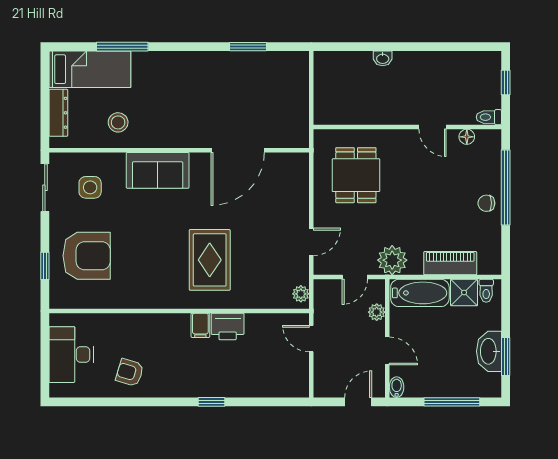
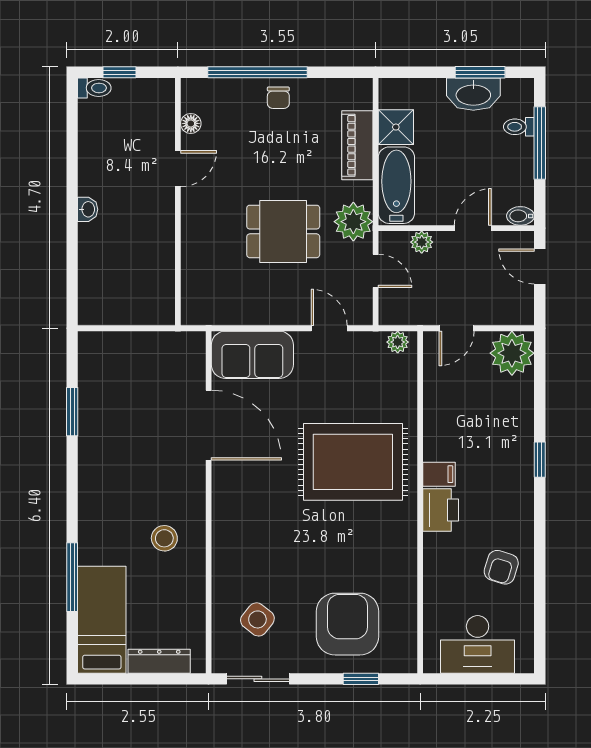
washbasin: (383, 58) -> (88, 209), moved
toilet: (489, 117) -> (94, 88), moved, turned -90
stool: (118, 122) -> (164, 538), moved
sofa: (158, 170) -> (252, 355), moved, turned 90
dining table: (356, 175) -> (283, 231), moved
side table: (90, 187) -> (257, 619), turned 38
rug: (210, 260) -> (353, 462), width x1.37, depth x1.44
toilet: (486, 291) -> (519, 127), moved, turned 180
printer: (228, 326) -> (441, 510), moved
plant: (292, 381) -> (512, 353), added

